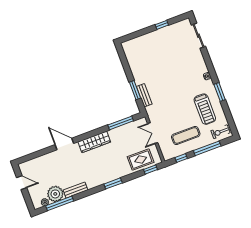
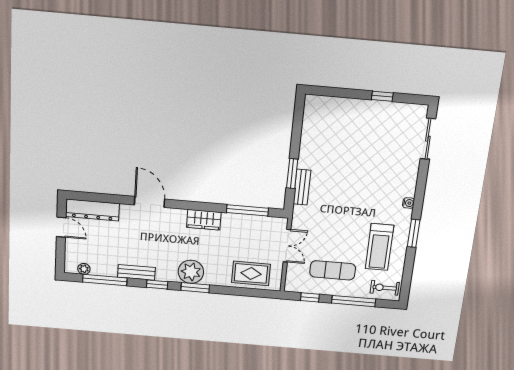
double door: (153, 133) -> (287, 246), swing flipped
wardrobe: (94, 142) -> (204, 220), width x0.67
dresser: (35, 164) -> (92, 210), added
window: (150, 169) -> (157, 284), moved
plant: (55, 194) -> (191, 272), moved

